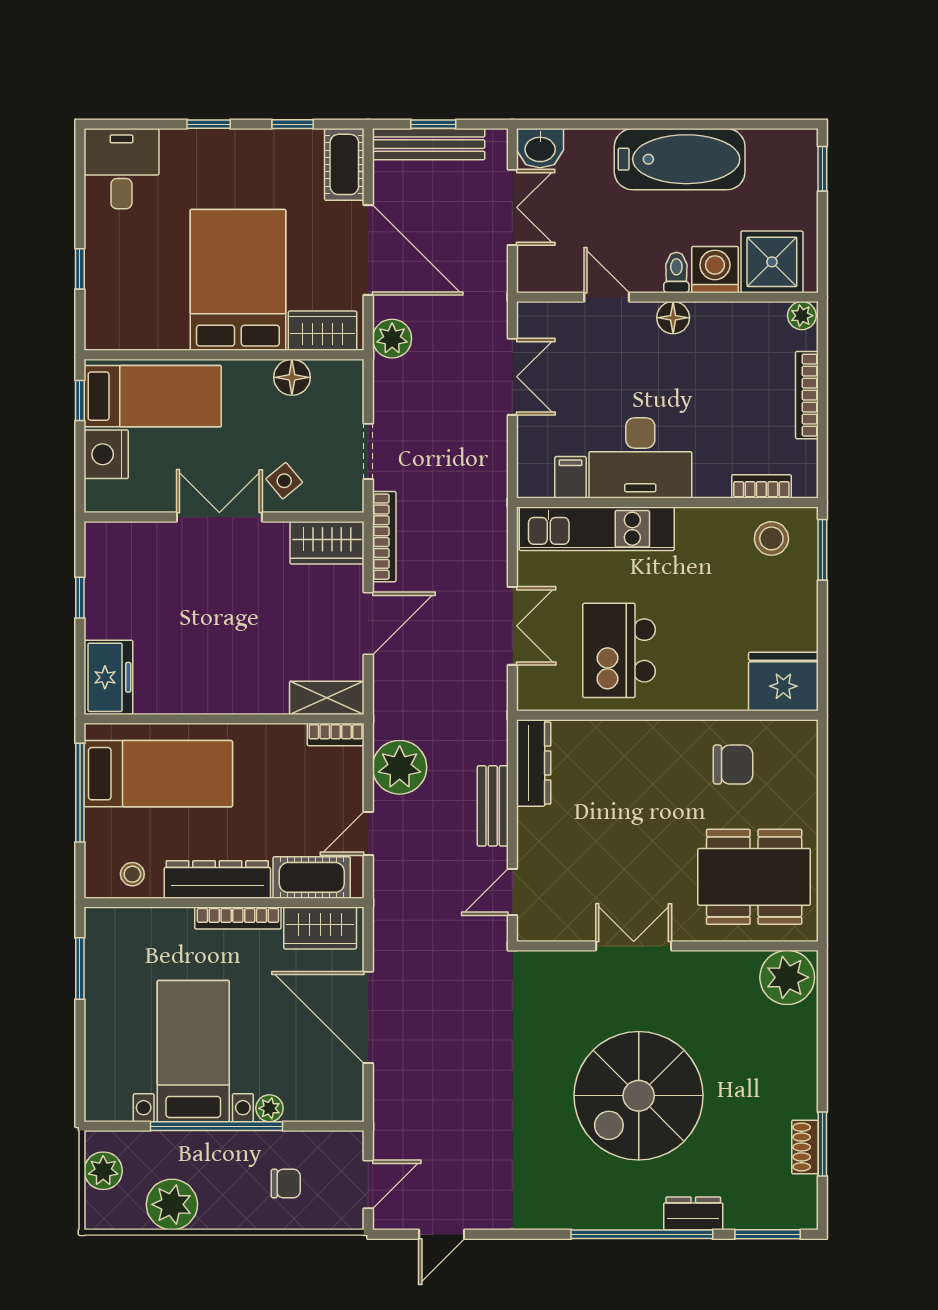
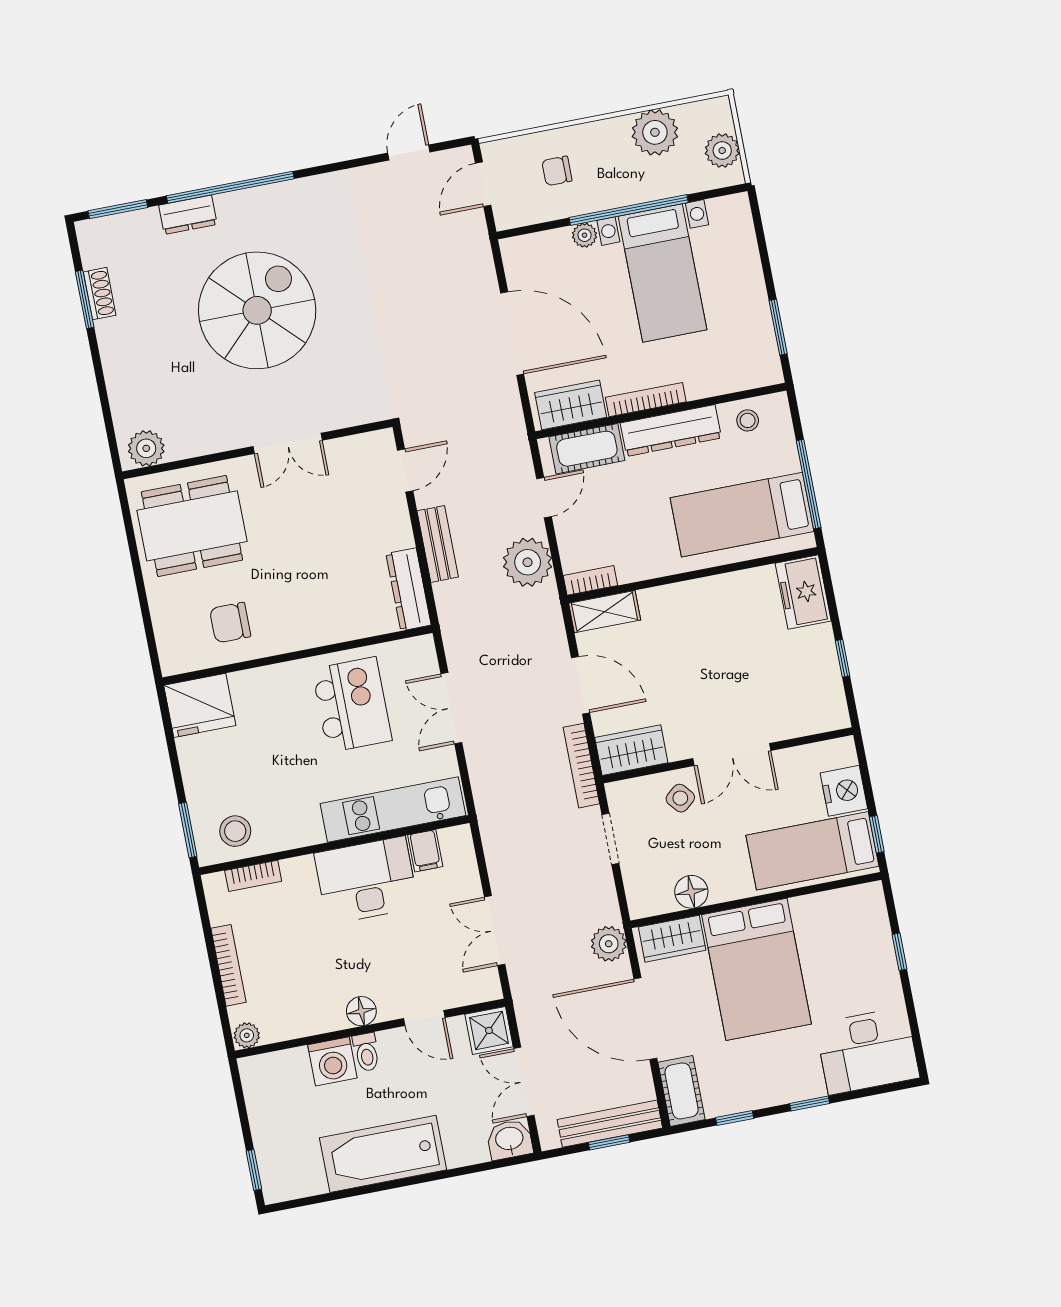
desk: (121, 169) -> (867, 1051), width x1.37
shower: (772, 262) -> (489, 1030), moved, width x0.73, depth x0.73
door: (368, 624) -> (580, 685), swing flipped
plant: (787, 977) -> (146, 448), width x0.73, depth x0.73

